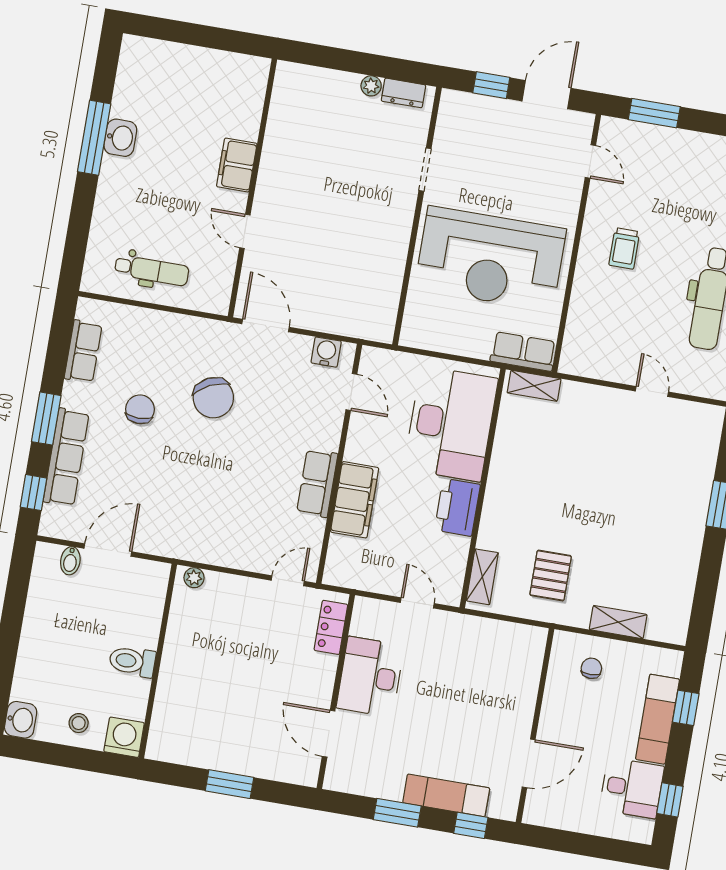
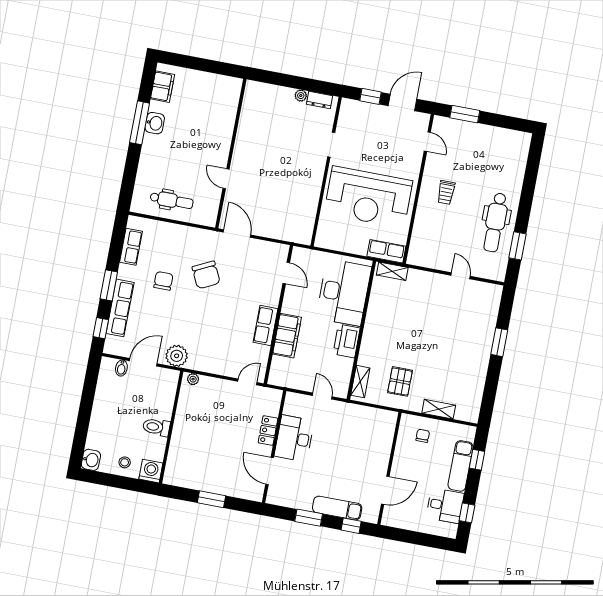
filing cabinet: (237, 165) -> (162, 87), moved, turned 180
water cooler: (326, 352) -> (272, 250), removed
plant: (165, 538) -> (177, 356), added
locker: (331, 627) -> (268, 431), moved

